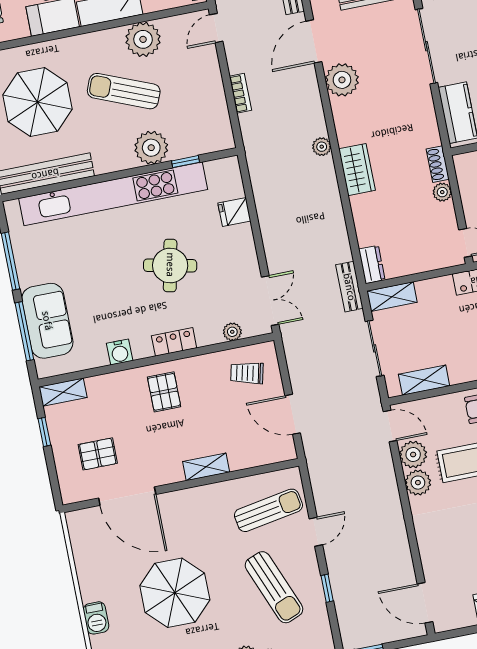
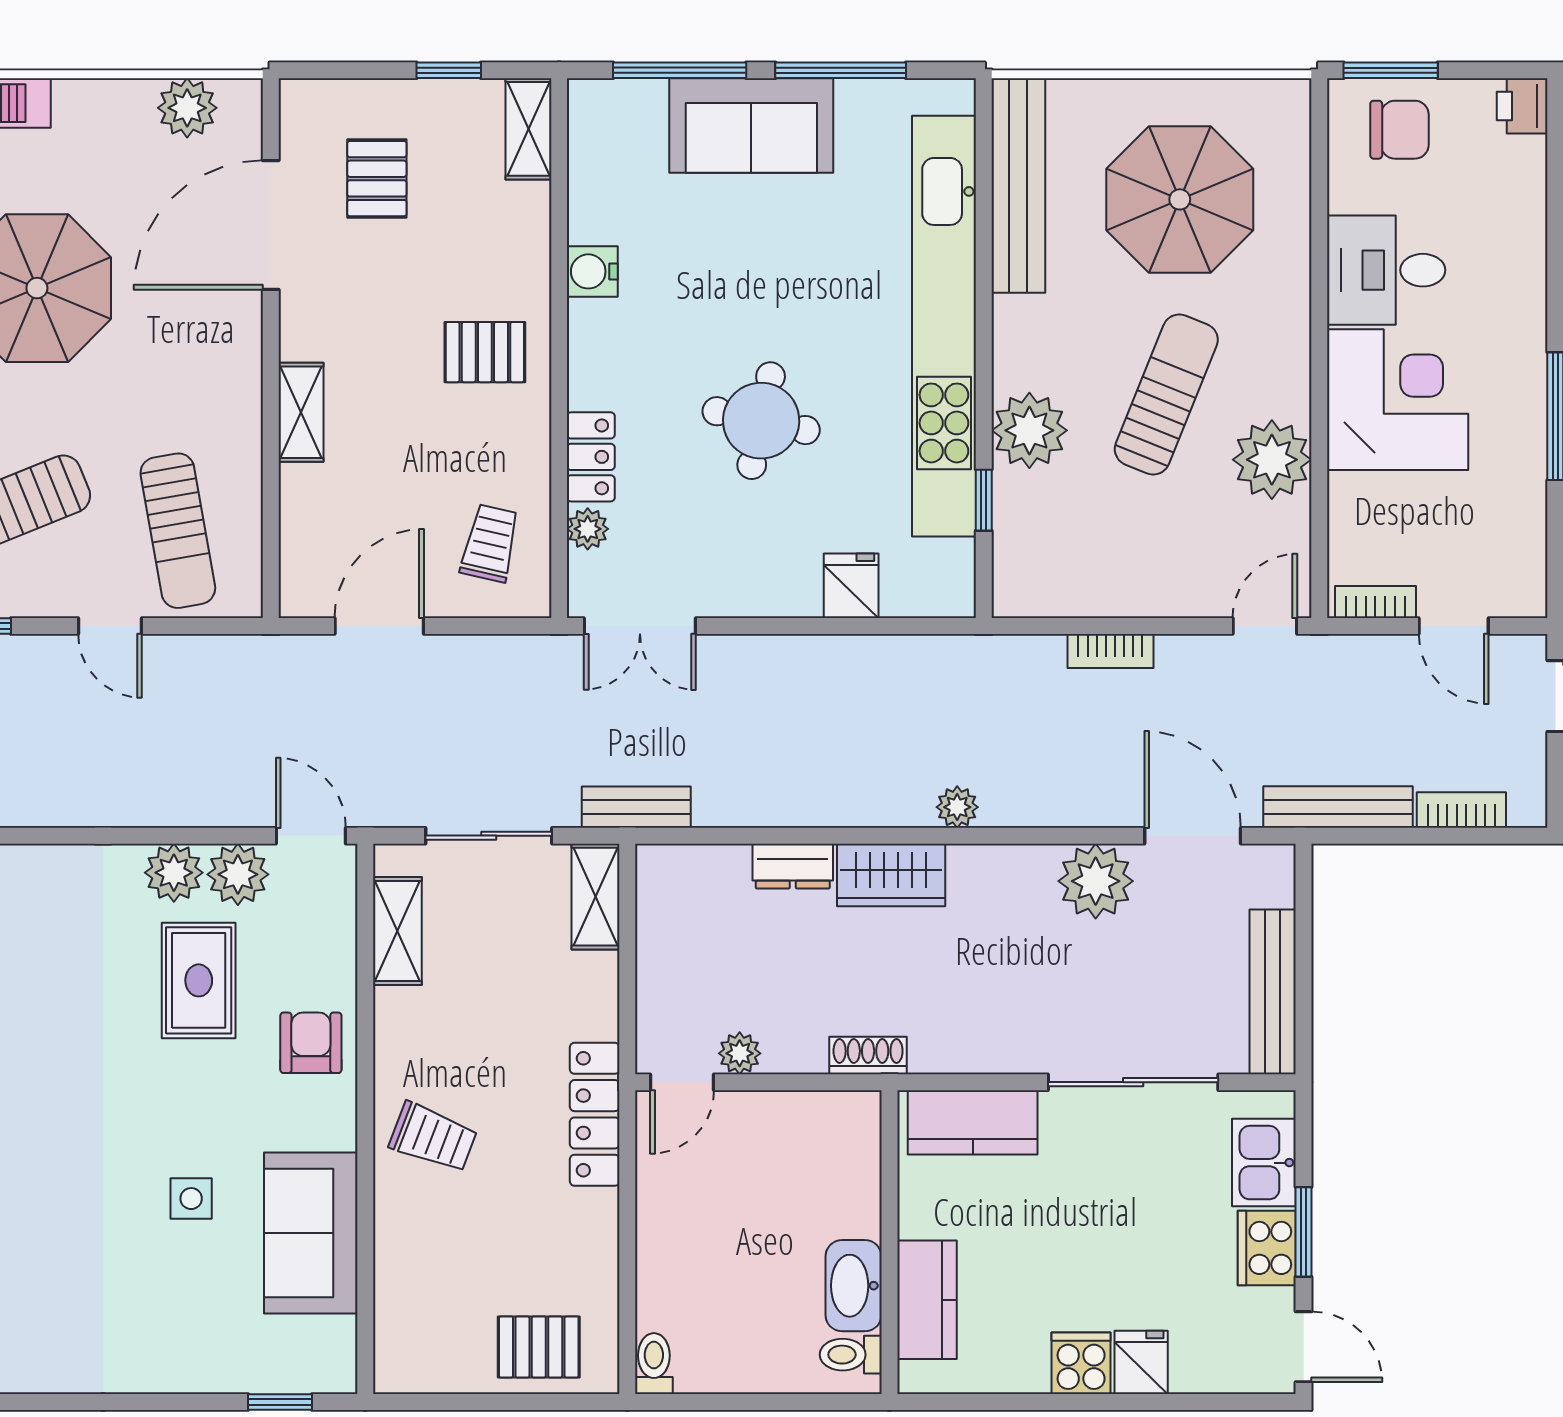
door: (216, 28) -> (1265, 626), hinge flipped
plant: (442, 192) -> (740, 1053), moved
dresser: (372, 264) -> (793, 866), moved
sofa: (47, 321) -> (751, 126), moved
locker: (174, 342) -> (591, 457), moved
door: (390, 426) -> (311, 836), swing flipped
plant: (83, 543) -> (187, 108), added

